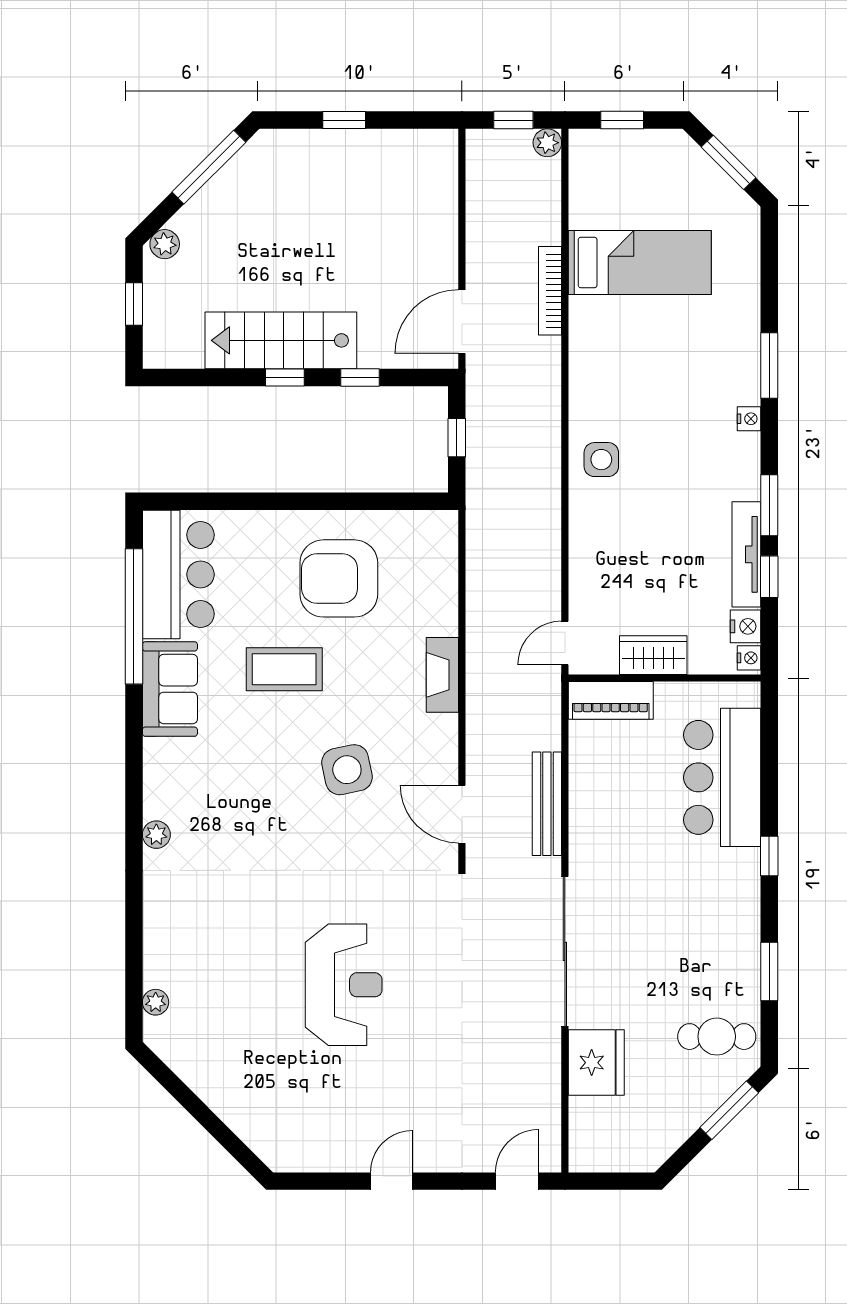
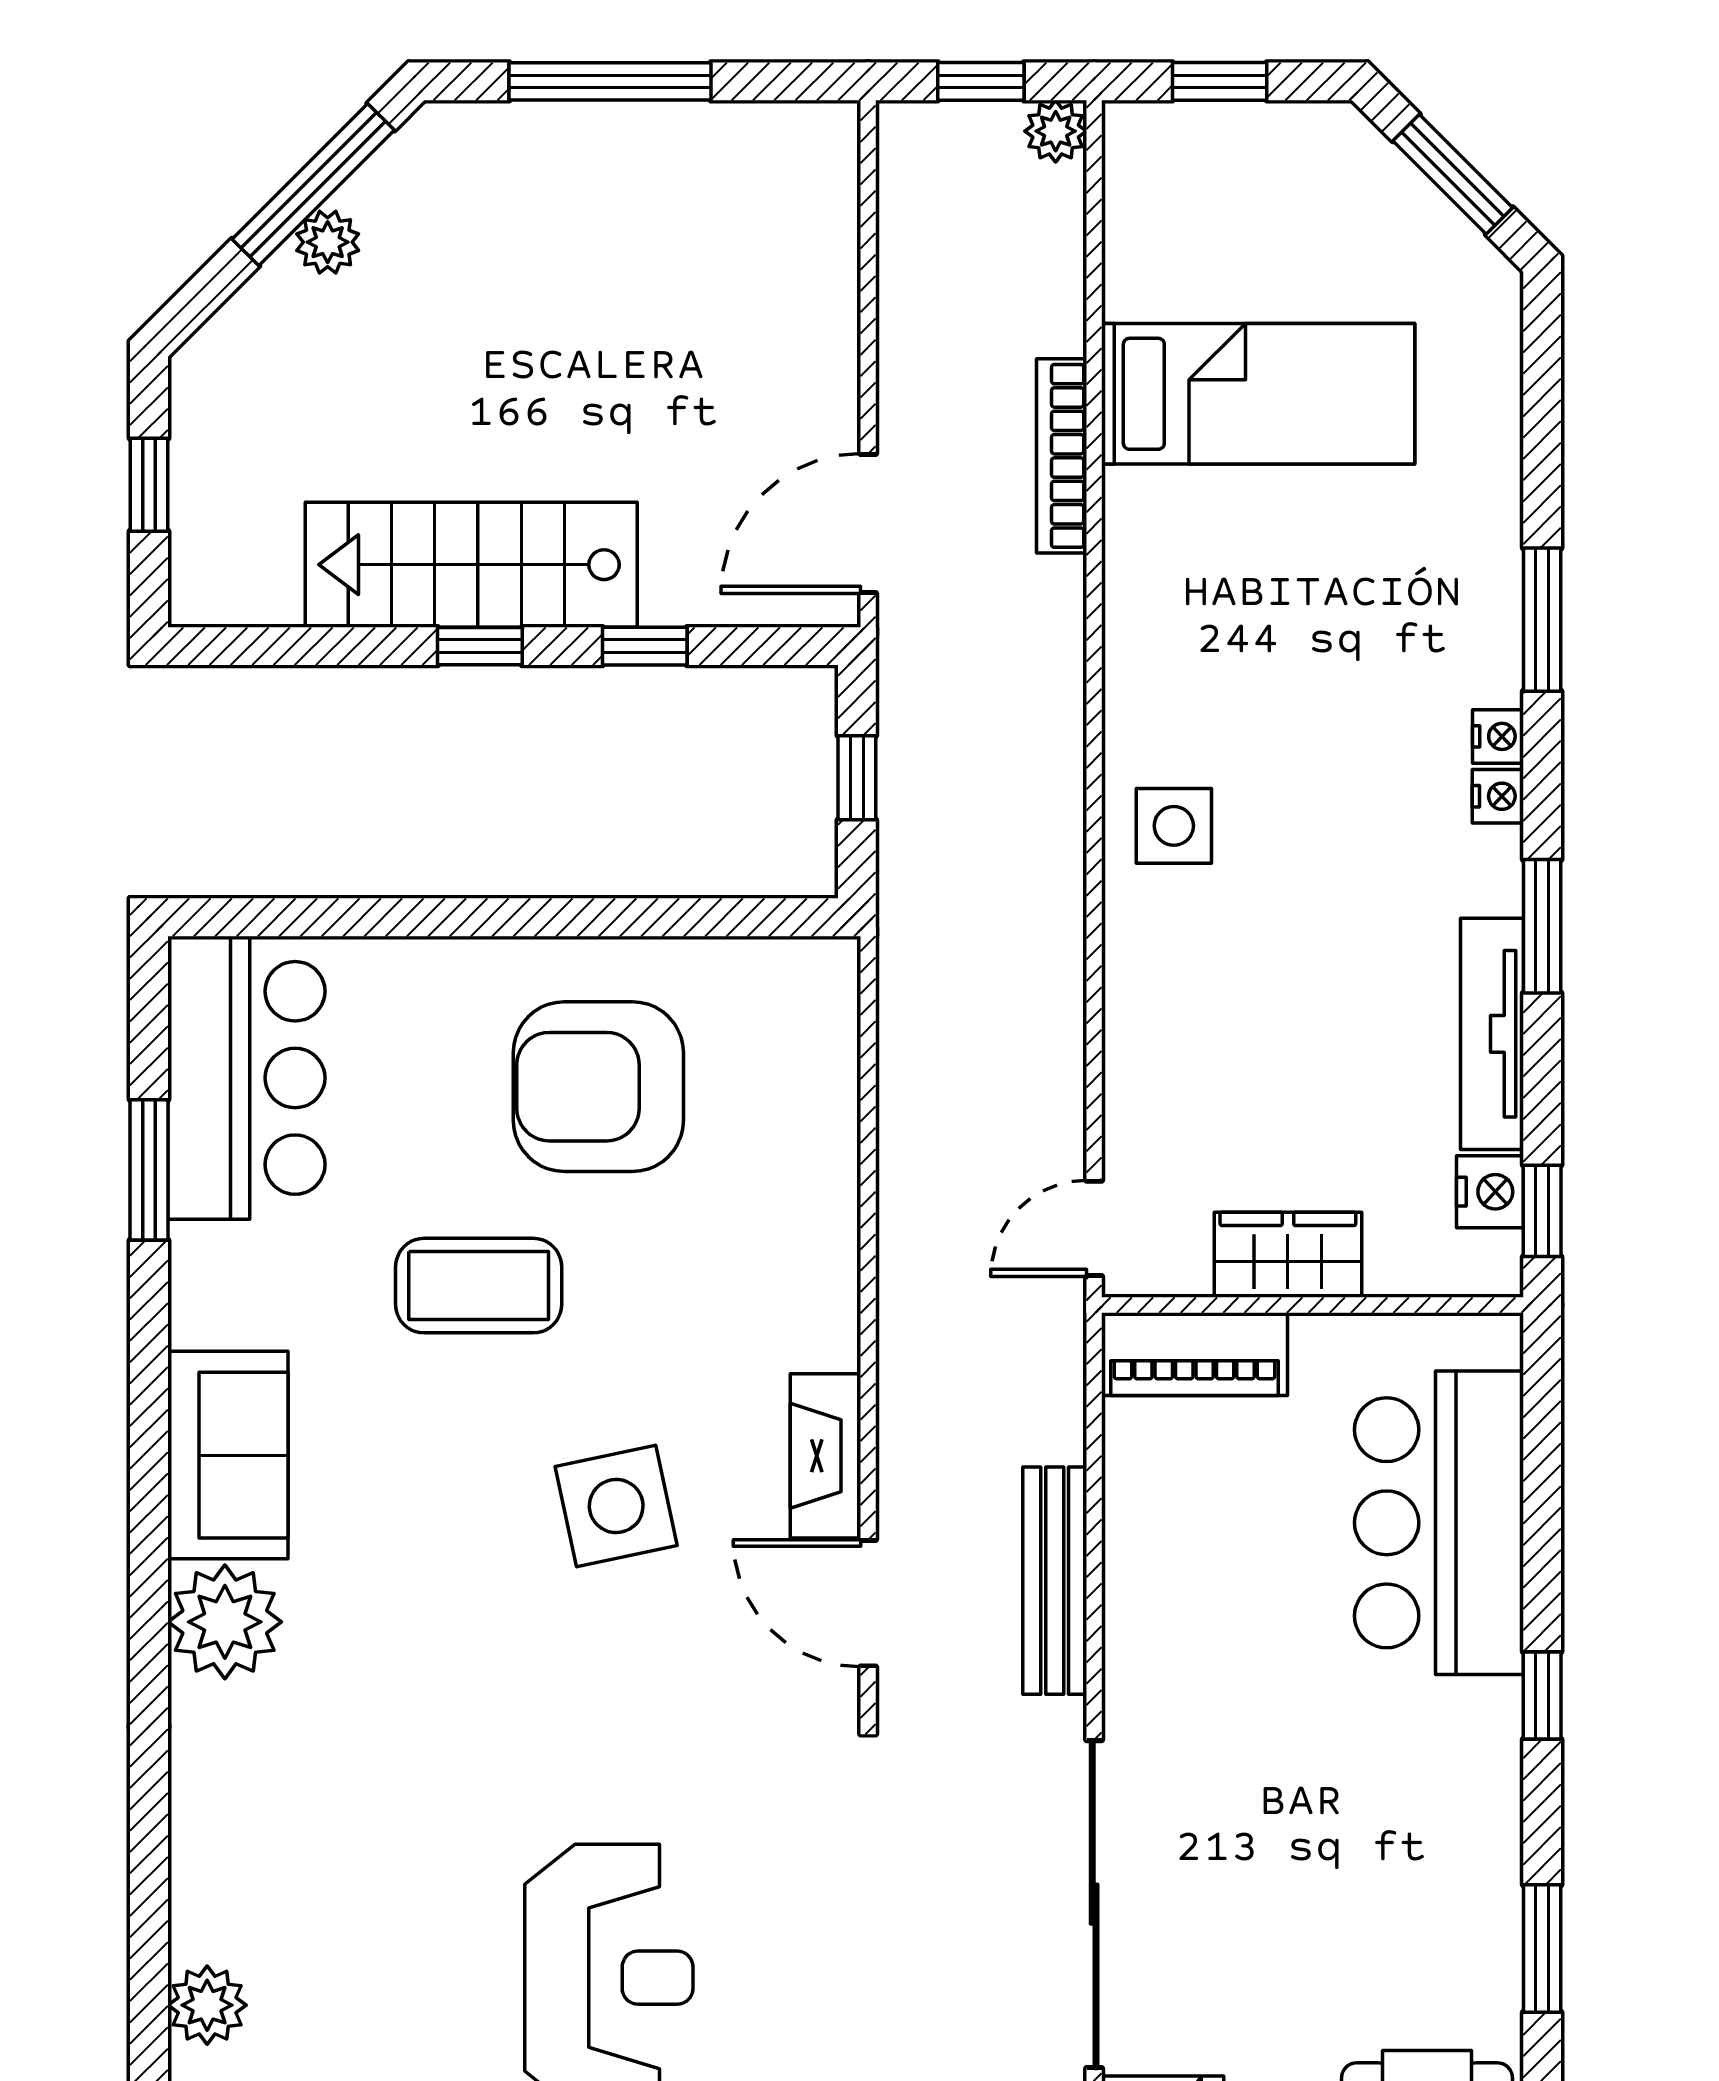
window: (344, 120) -> (610, 81), width x2.17
plant: (165, 244) -> (328, 242), moved
window: (769, 577) -> (1542, 1211), moved
window: (134, 616) -> (149, 1170), width x0.47
nightstand: (749, 658) -> (1498, 796), moved
fireplace: (442, 675) -> (825, 1456), moved
sofa: (170, 689) -> (228, 1455), moved
plant: (156, 835) -> (225, 1622), width x1.88, depth x1.88
plant: (156, 1002) -> (207, 2005), width x1.38, depth x1.38

